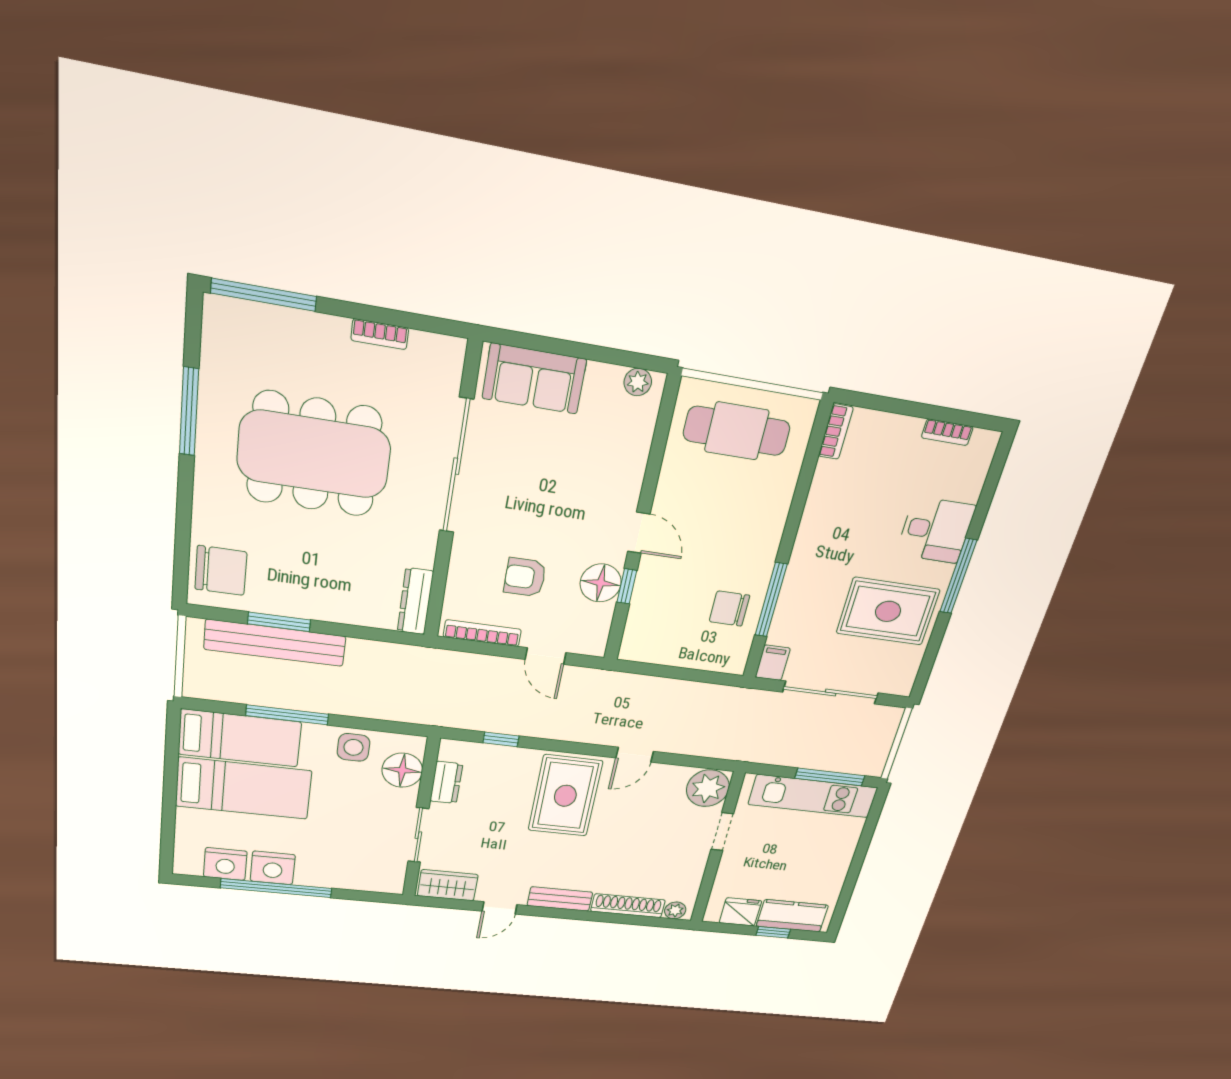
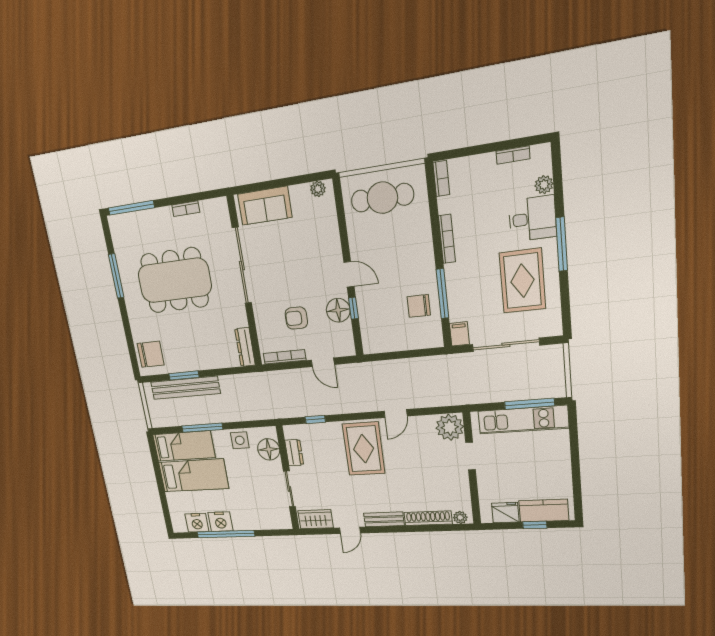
plant: (970, 488) -> (544, 185), added
bookcase: (809, 523) -> (447, 239), added
rug: (888, 611) -> (522, 281), turned 90

